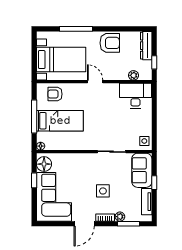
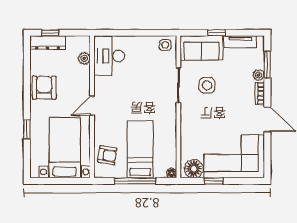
window: (76, 29) -> (27, 129), width x0.46
window: (154, 62) -> (50, 33), moved
armchair: (55, 94) -> (107, 155), turned -80
side table: (103, 191) -> (207, 85), moved

